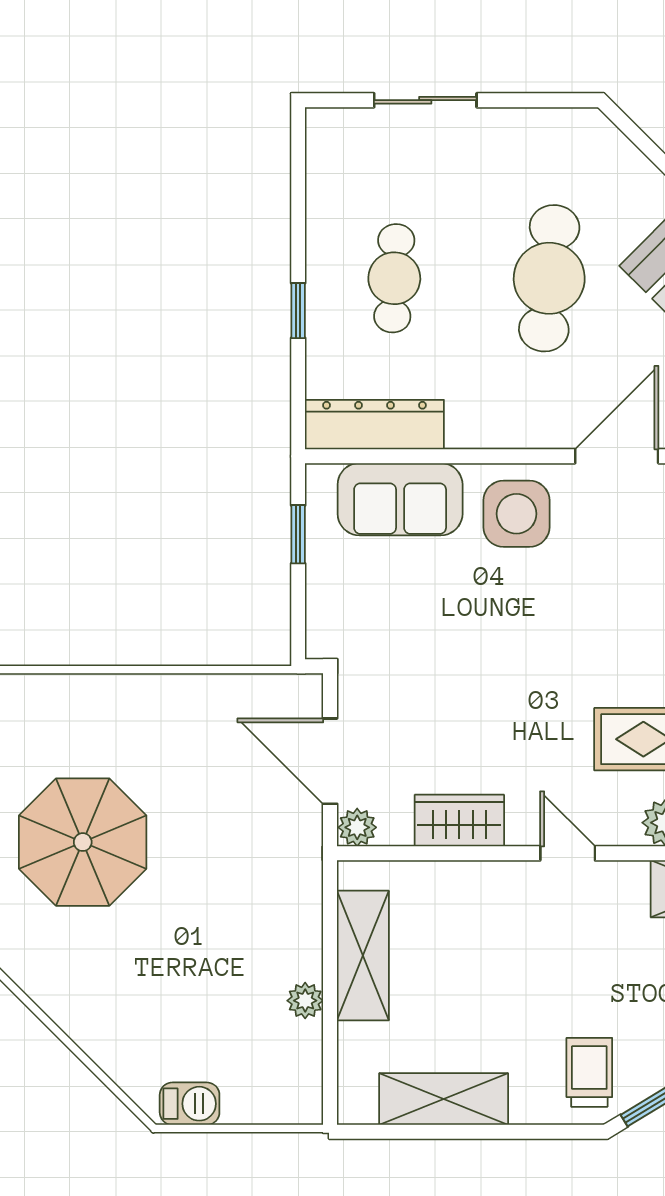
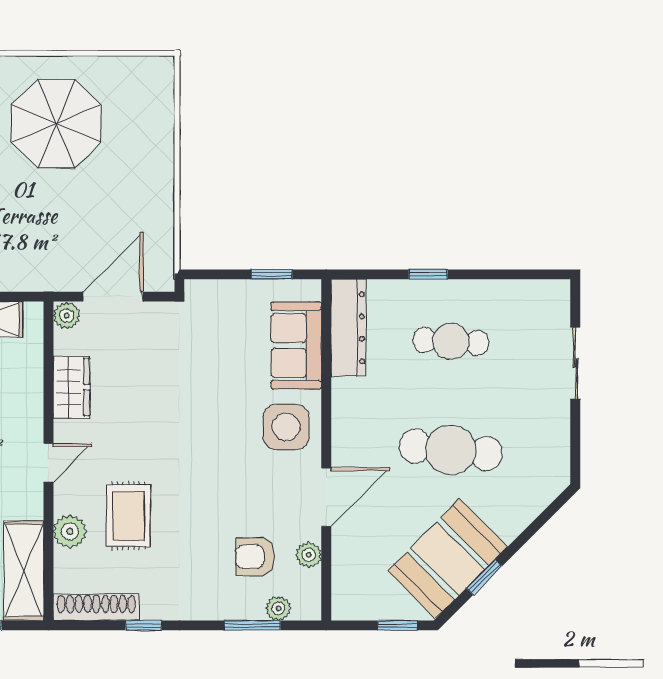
door: (617, 456) -> (326, 497), hinge flipped

